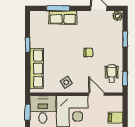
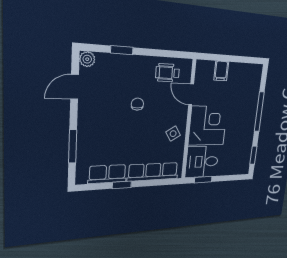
row of seats: (63, 18) -> (107, 174), moved, turned -90
window: (125, 78) -> (175, 54), removed
door: (97, 94) -> (191, 94), hinge flipped

